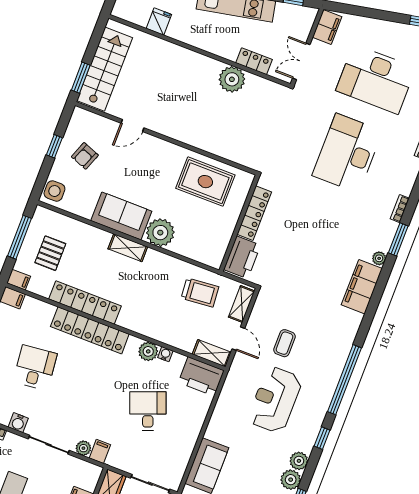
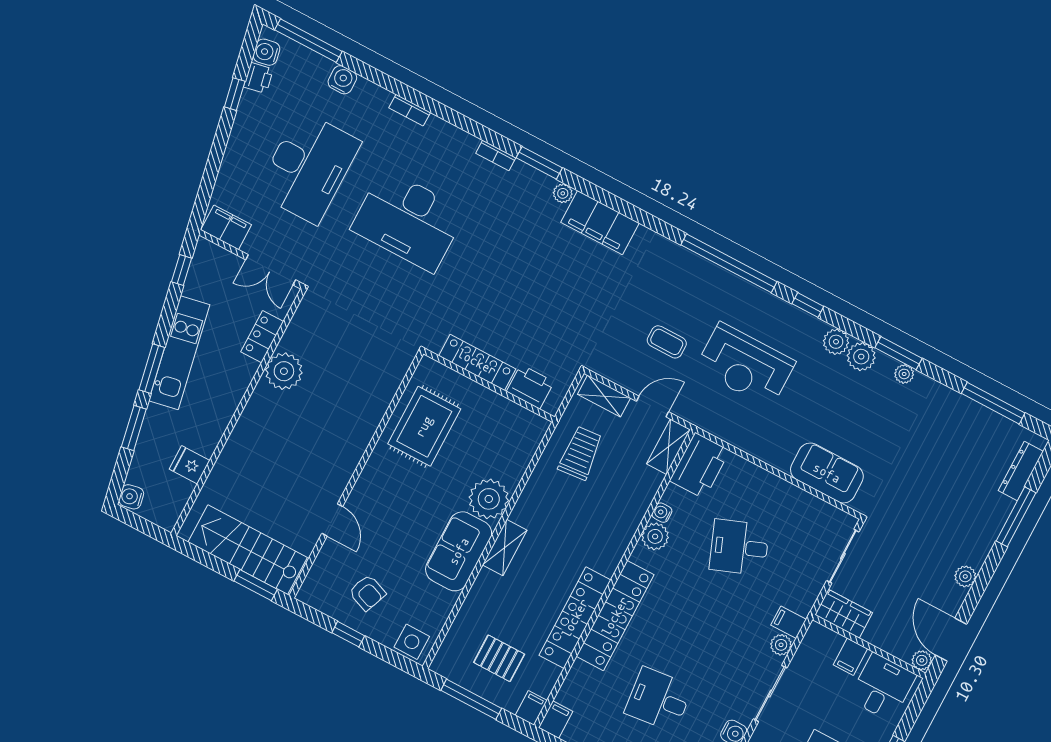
printer: (242, 257) -> (530, 387), width x0.73, depth x0.84

